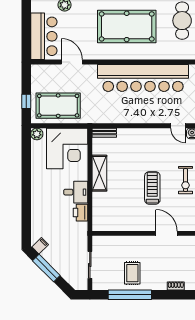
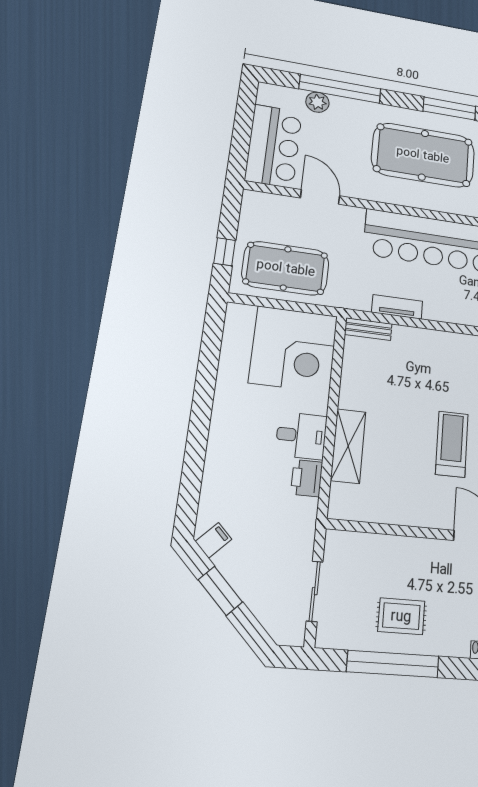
tv unit: (119, 118) -> (397, 307), added
plant: (37, 134) -> (237, 314), removed
shelving: (99, 173) -> (348, 446), moved
window: (46, 268) -> (220, 591), width x0.69
rug: (132, 273) -> (401, 616), turned 90

